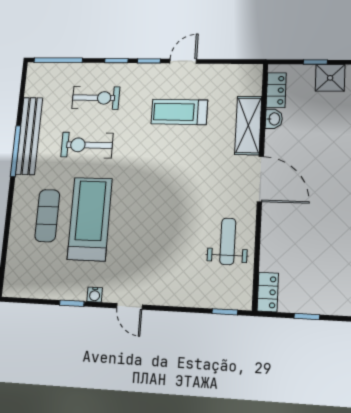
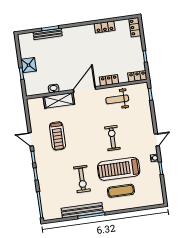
locker: (276, 90) -> (109, 80), moved
exercise bike: (96, 98) -> (112, 138), moved

